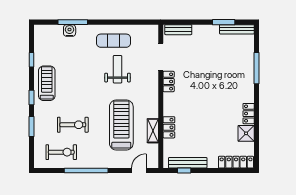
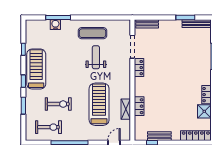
treadmill: (47, 83) -> (36, 69), width x1.37, depth x1.38
bench: (188, 163) -> (159, 136), width x0.73

